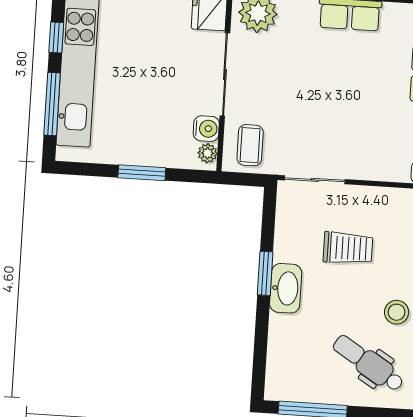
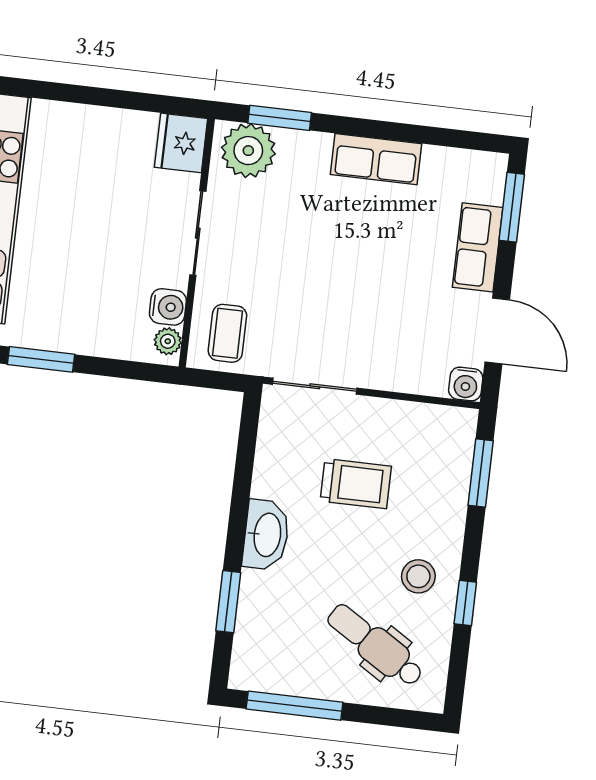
sliding door: (225, 74) -> (198, 233), width x0.73
window: (142, 173) -> (41, 359), moved
window: (265, 273) -> (228, 602), moved

